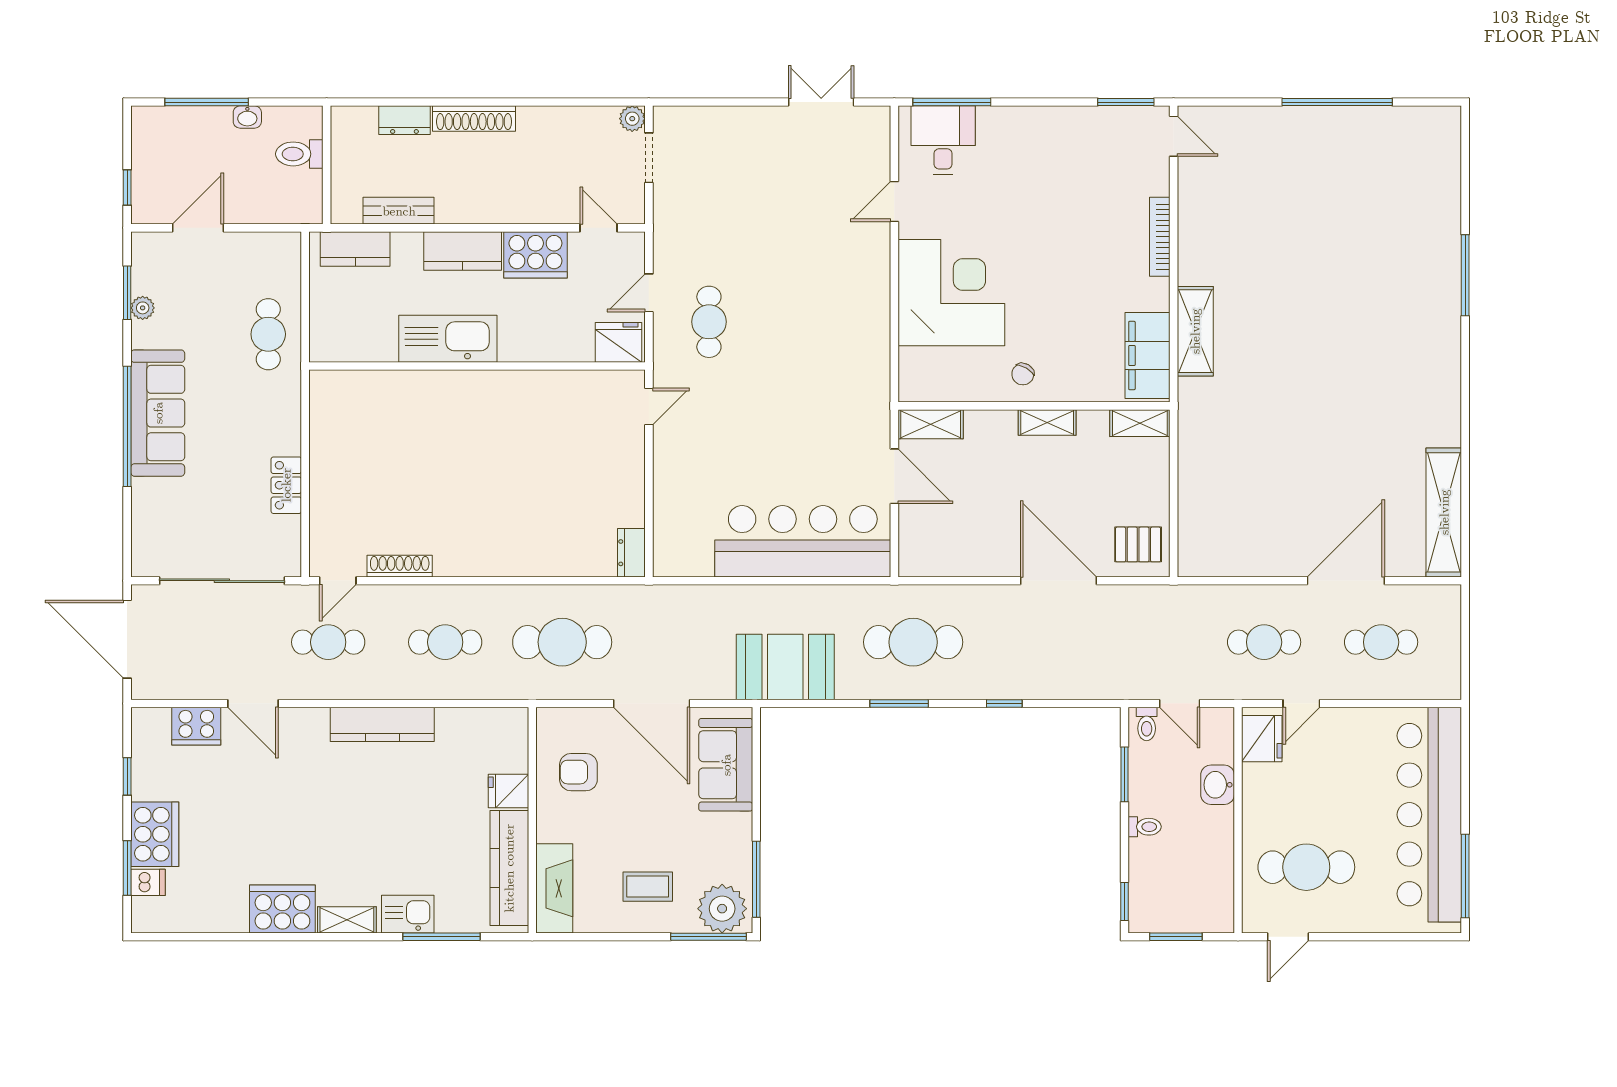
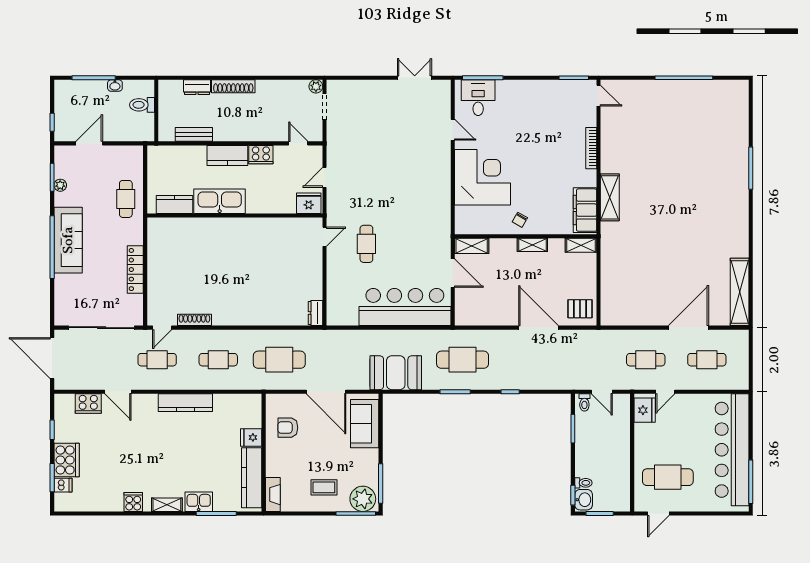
door: (894, 202) -> (453, 130), swing flipped
kitchen counter: (355, 249) -> (175, 204), moved, turned 180
cooker: (535, 255) -> (261, 155), width x0.73, depth x0.76
cafe table: (709, 322) -> (366, 244), moved
locker: (286, 485) -> (135, 270), width x1.53
washbasin: (1218, 785) -> (584, 500), moved, turned 180
toilet: (1145, 827) -> (583, 483), moved
fireplace: (554, 888) -> (273, 495), width x0.73, depth x0.76
cooker: (282, 909) -> (133, 502), width x0.53, depth x0.76

